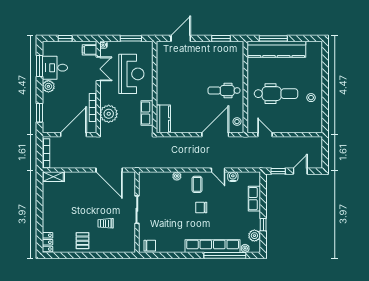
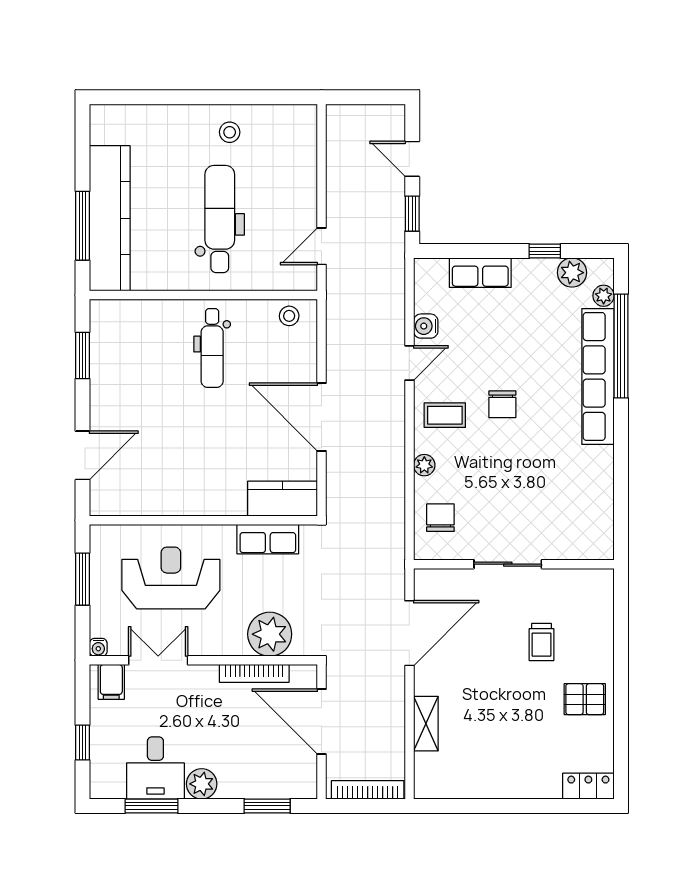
door: (181, 38) -> (83, 455), swing flipped
door: (215, 135) -> (322, 417), moved
shelving: (53, 177) -> (426, 724), moved
chair: (150, 246) -> (440, 518), moved

